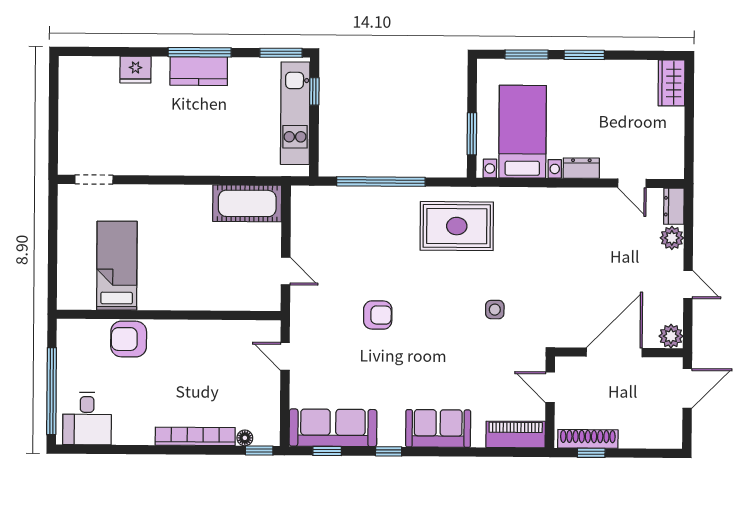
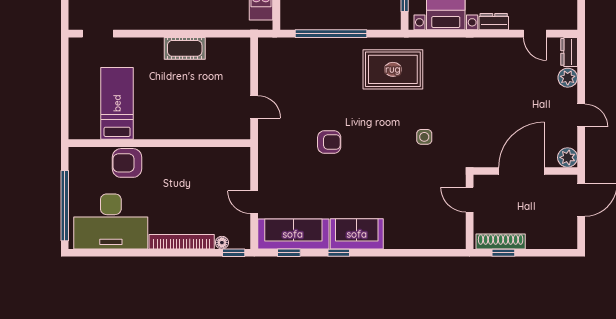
cot: (247, 203) -> (185, 48), moved, width x0.73, depth x0.75
door: (285, 356) -> (254, 202), moved
desk: (87, 419) -> (111, 221), width x1.87, depth x1.30
sofa: (438, 428) -> (357, 234), moved
piano: (516, 434) -> (442, 238), removed

